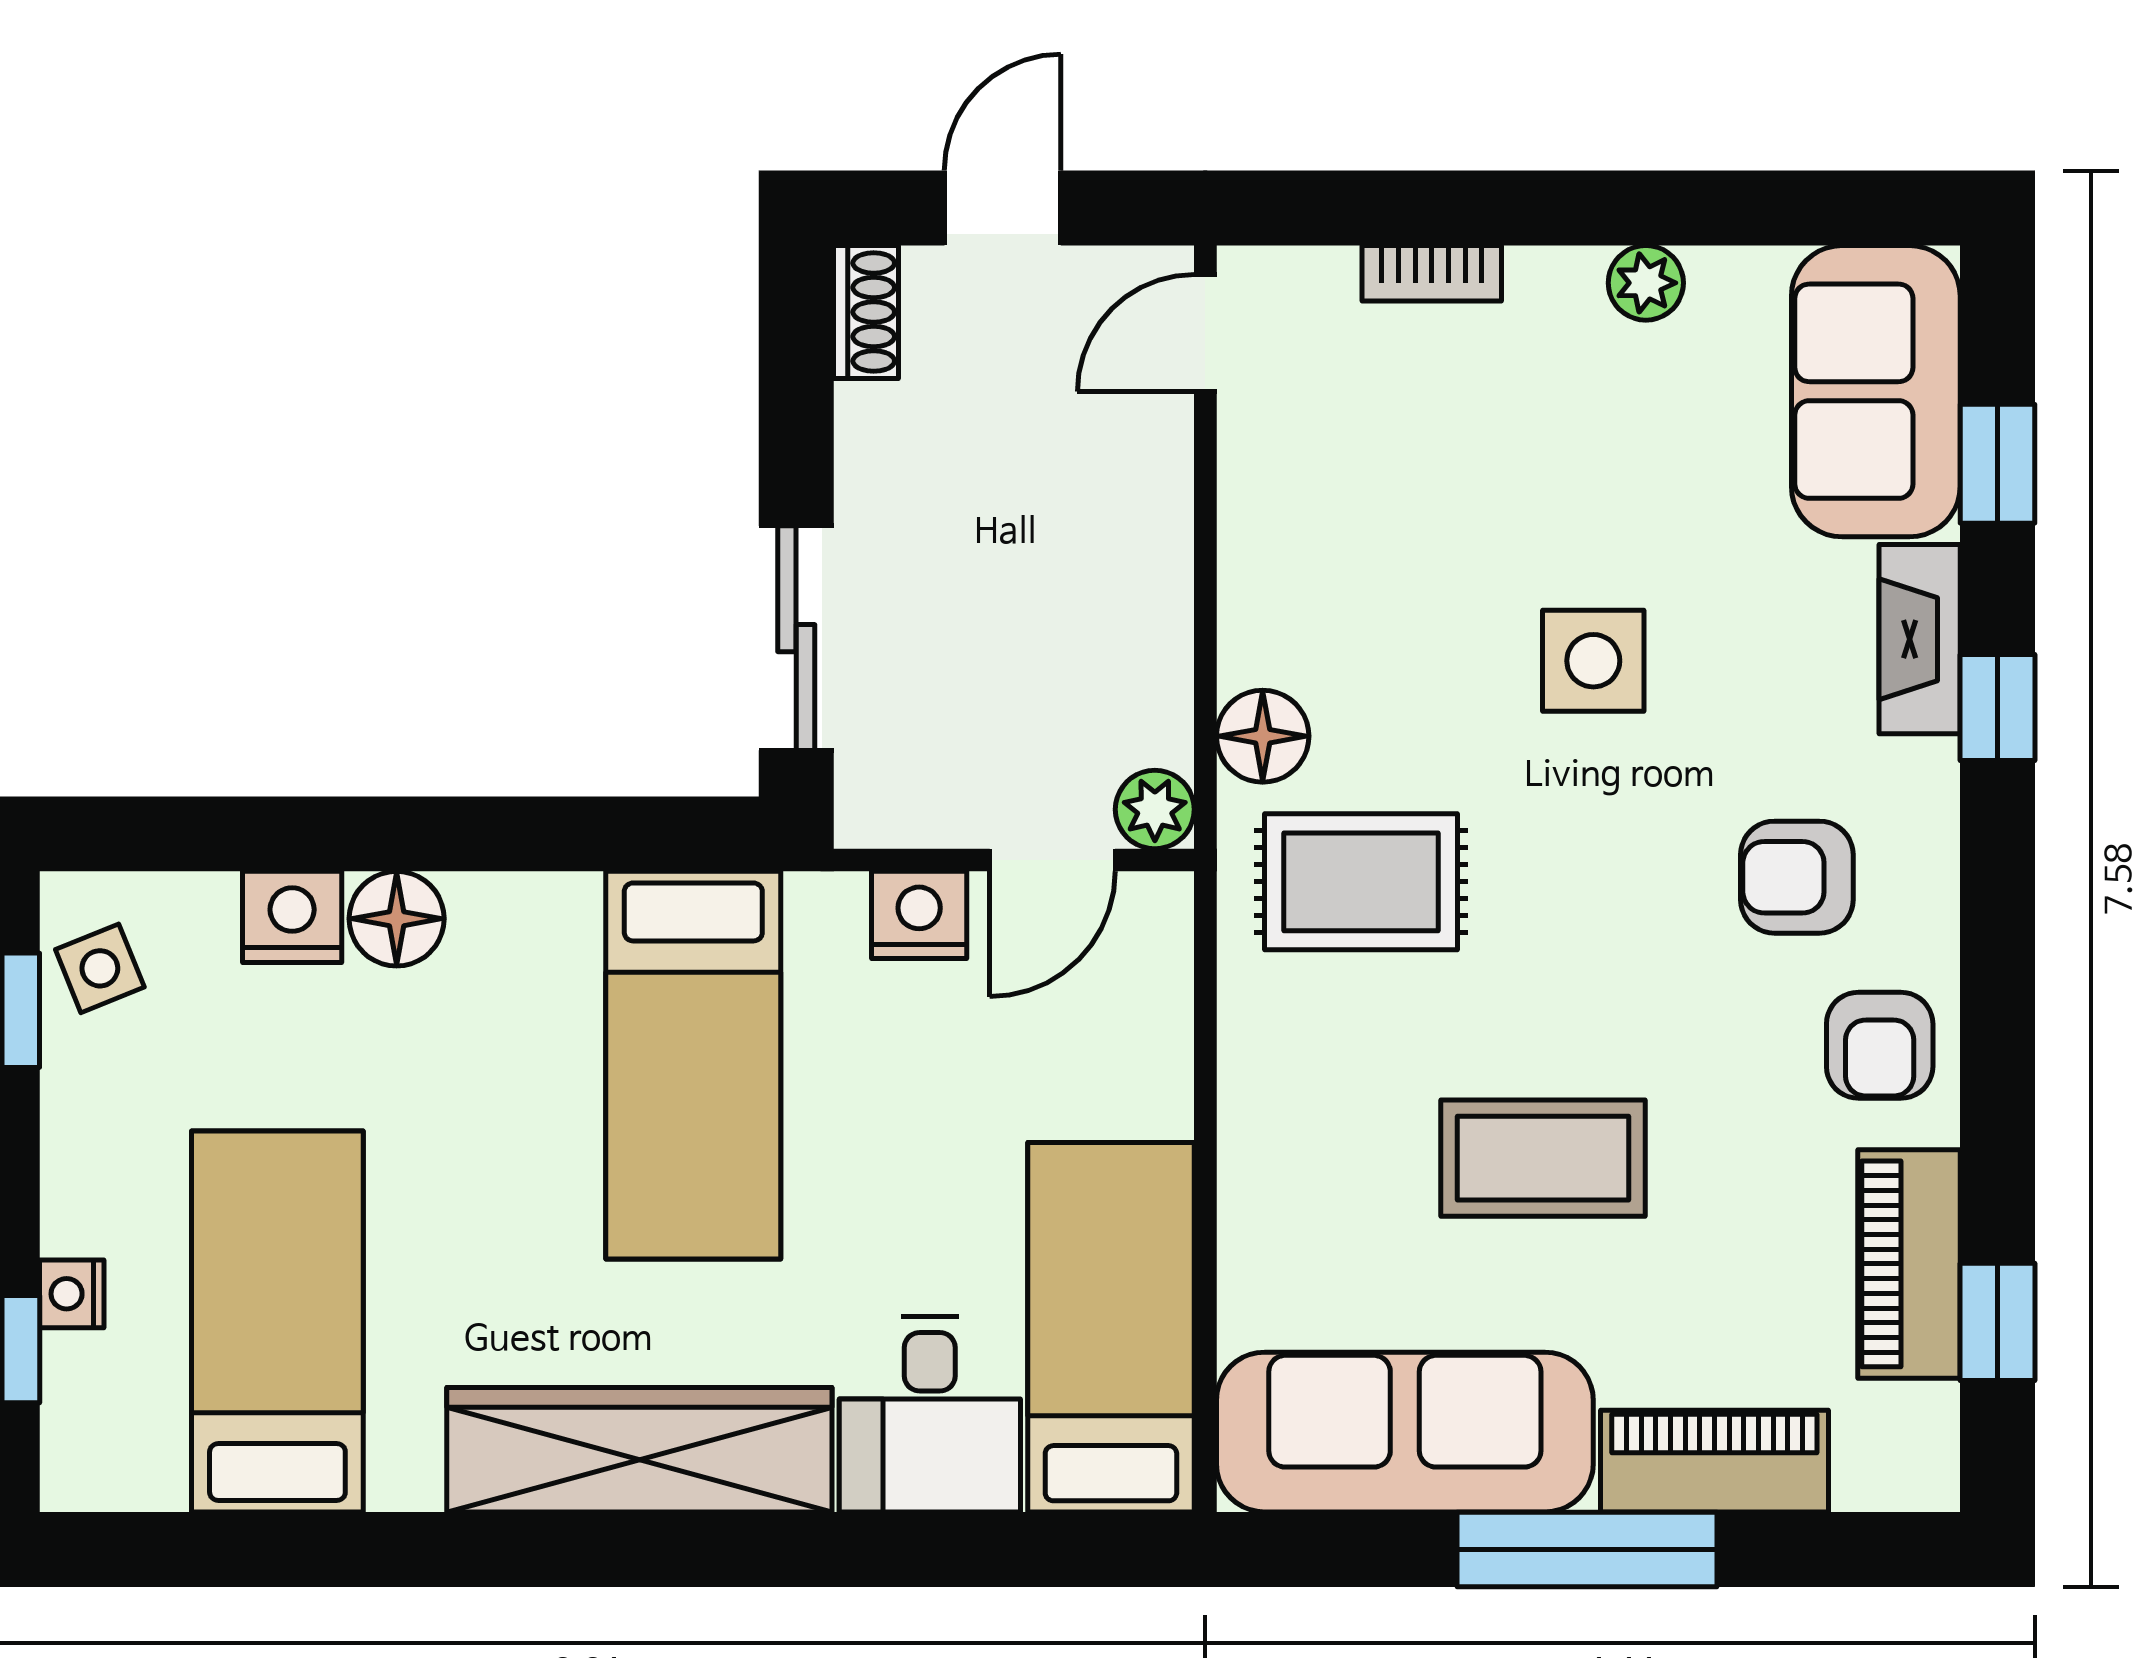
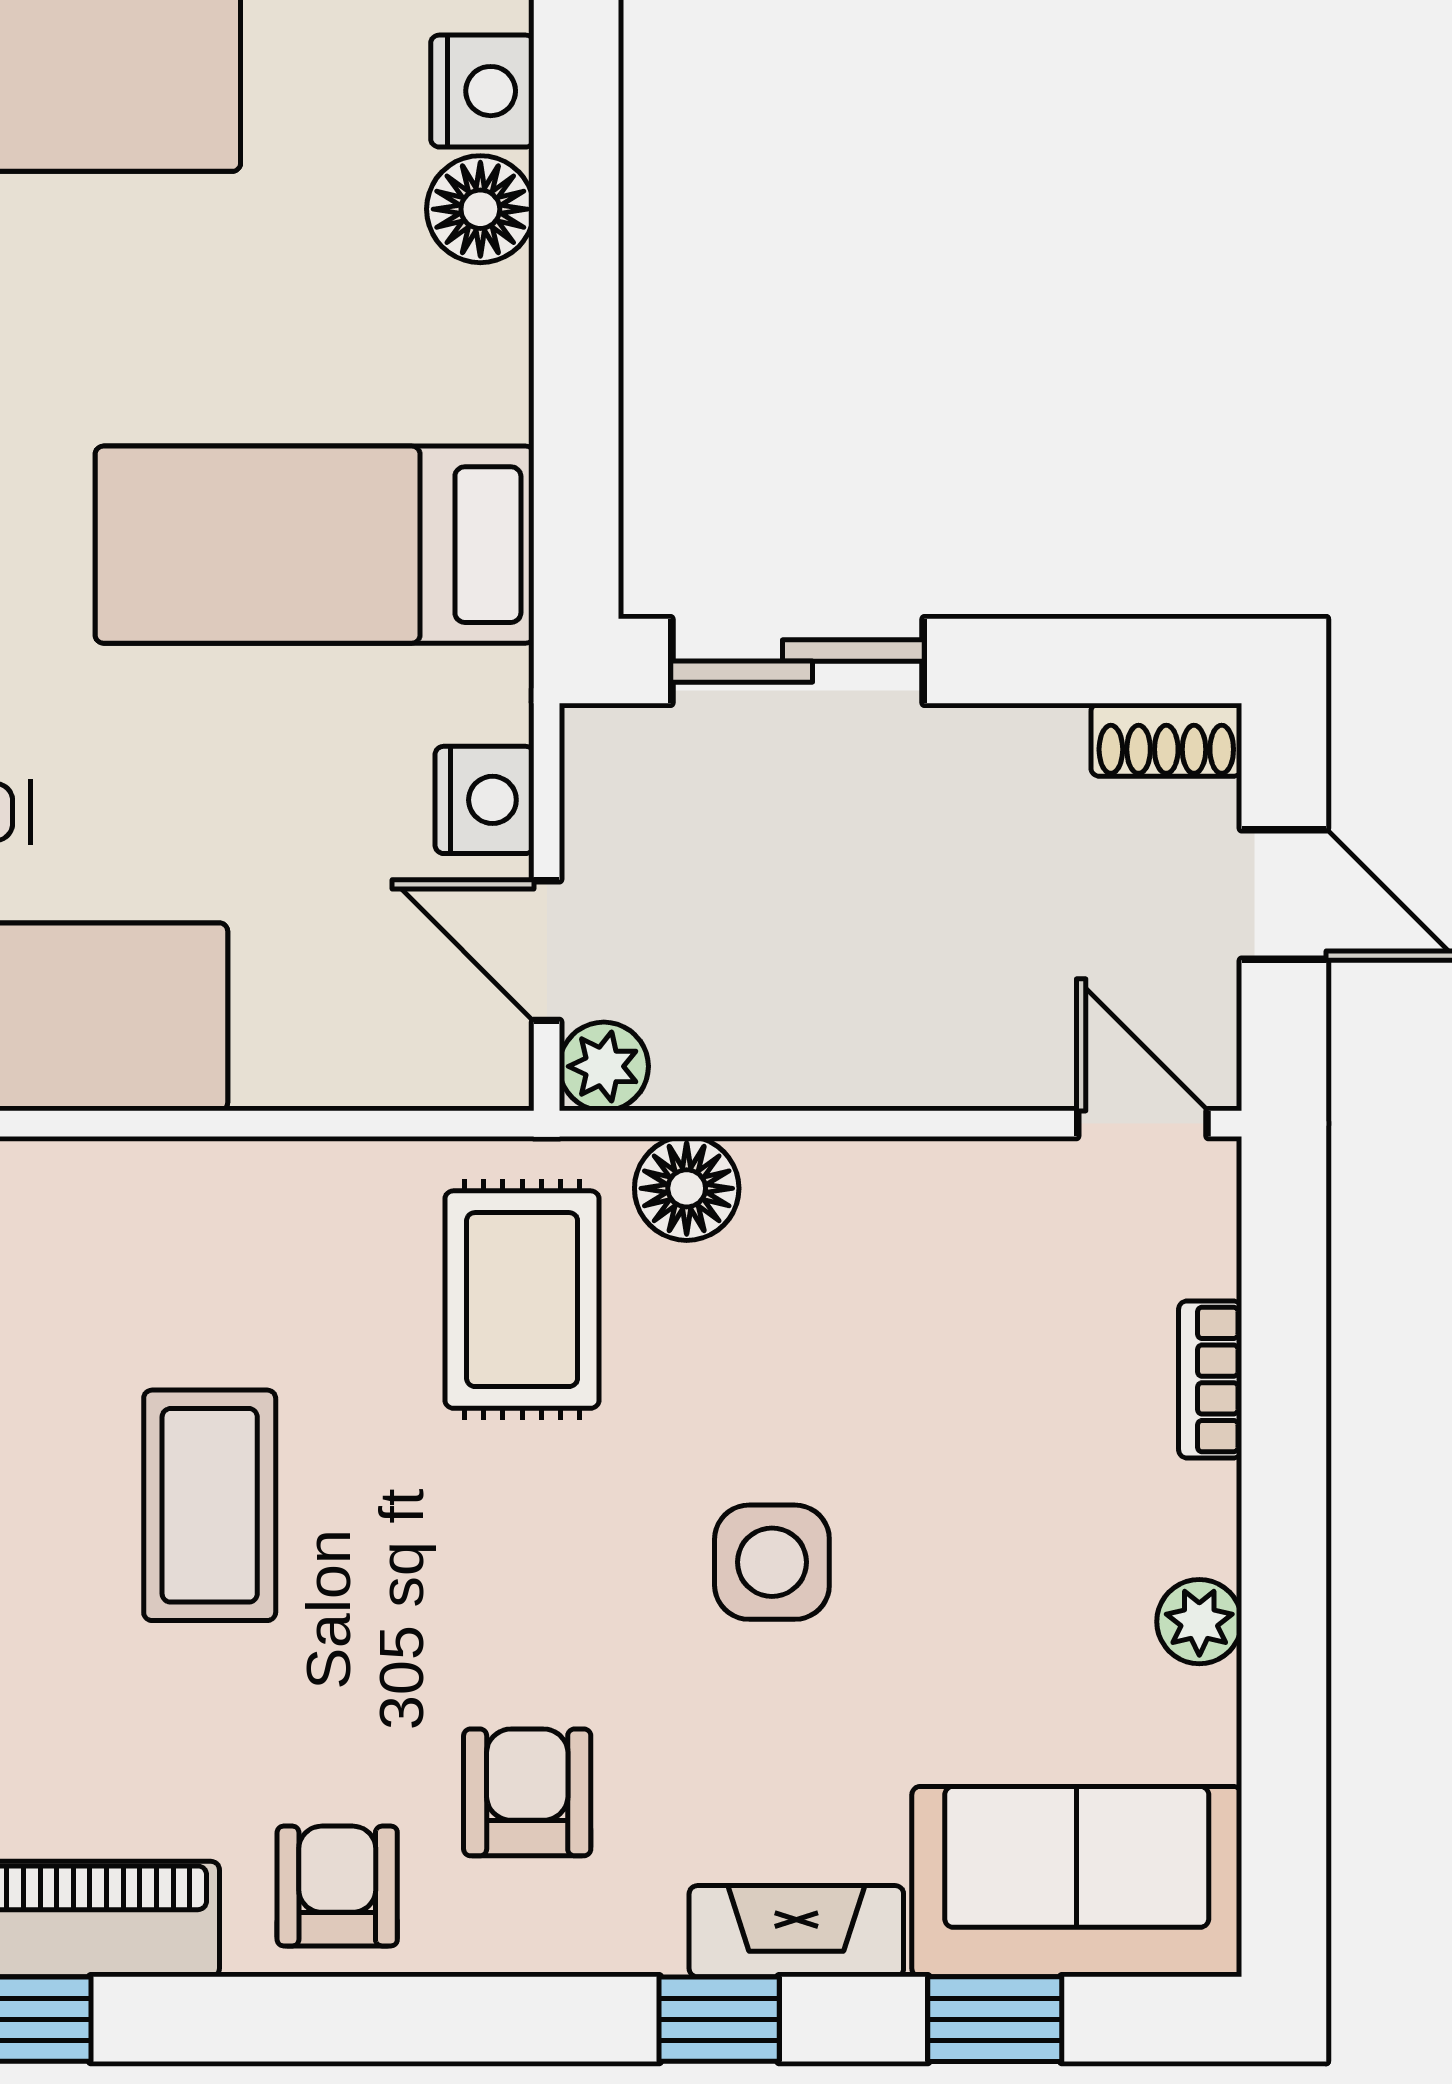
armchair: (1880, 1045) -> (337, 1886), turned 90

